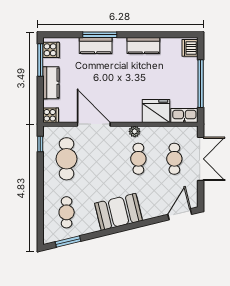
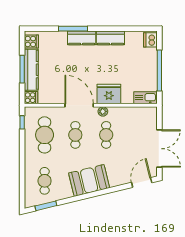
kitchen counter: (96, 46) -> (82, 38), moved
window: (40, 60) -> (22, 69), moved
kitchen counter: (51, 83) -> (31, 70), width x1.50
fridge: (156, 111) -> (109, 94), moved
door: (94, 124) -> (79, 105), moved
cafe table: (174, 159) -> (75, 135), moved
double door: (201, 159) -> (159, 149), moved

